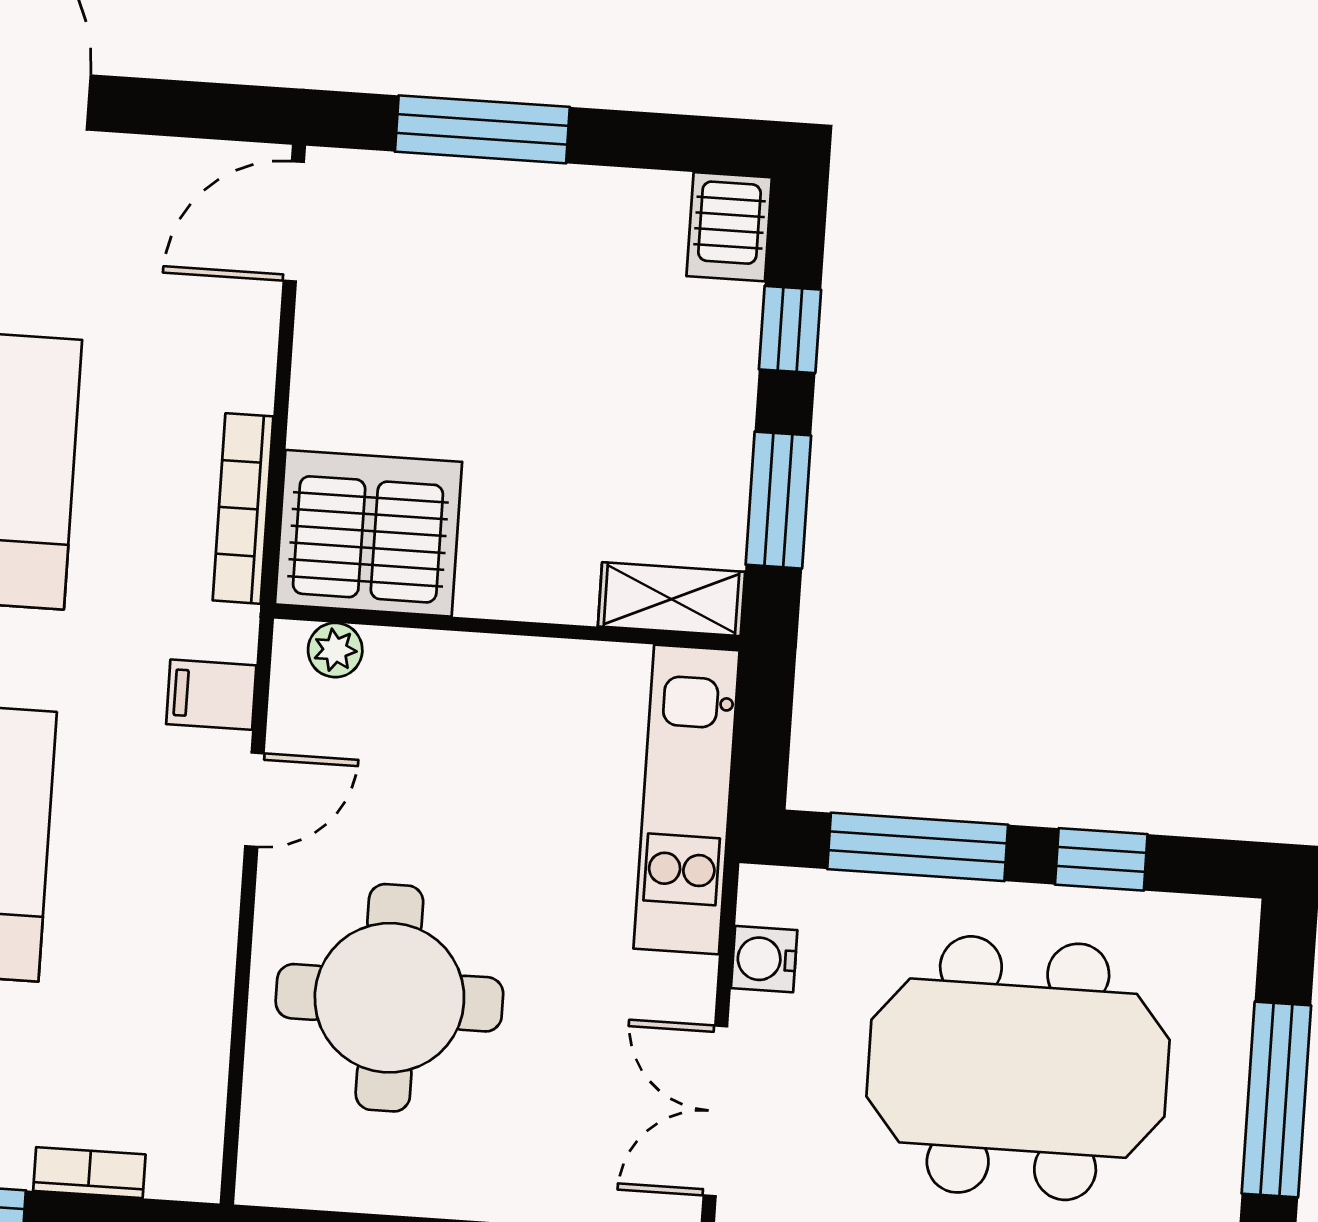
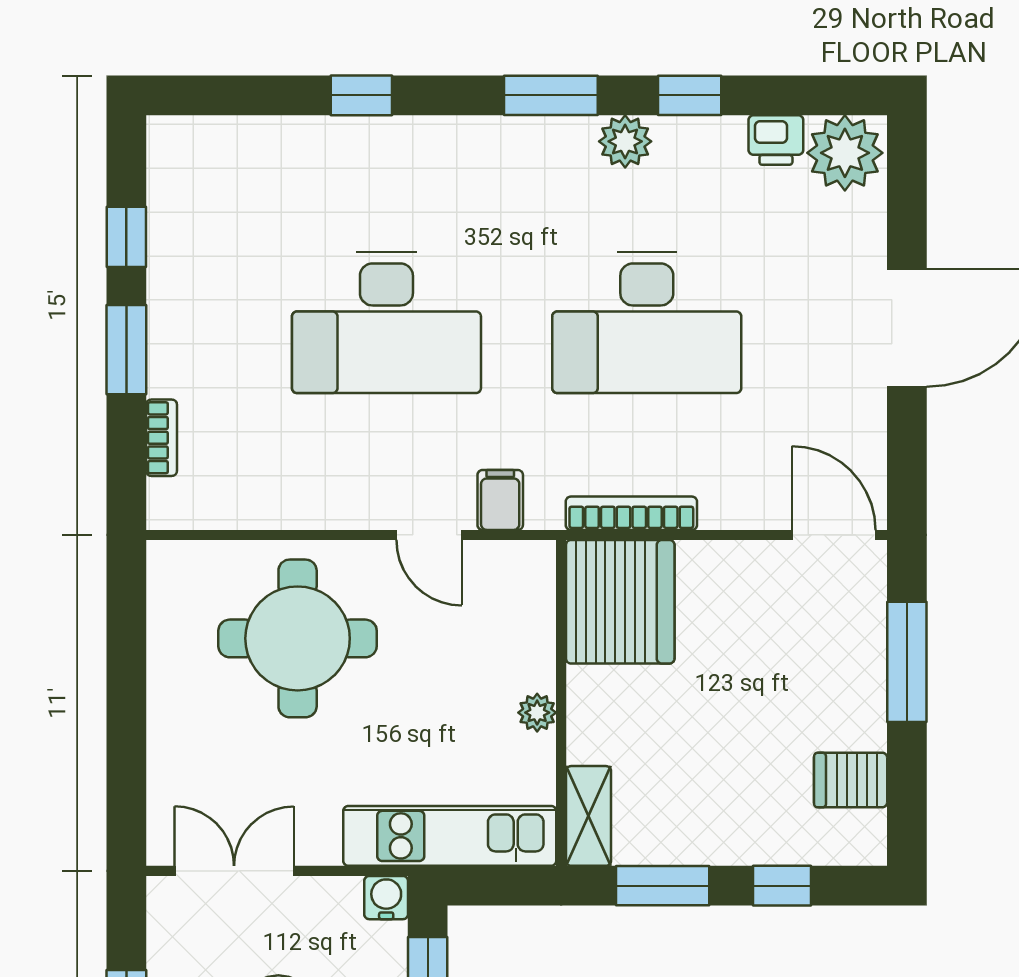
server rack: (729, 227) -> (851, 780), moved
plant: (335, 650) -> (537, 713), moved
water cooler: (764, 959) -> (386, 898), moved

